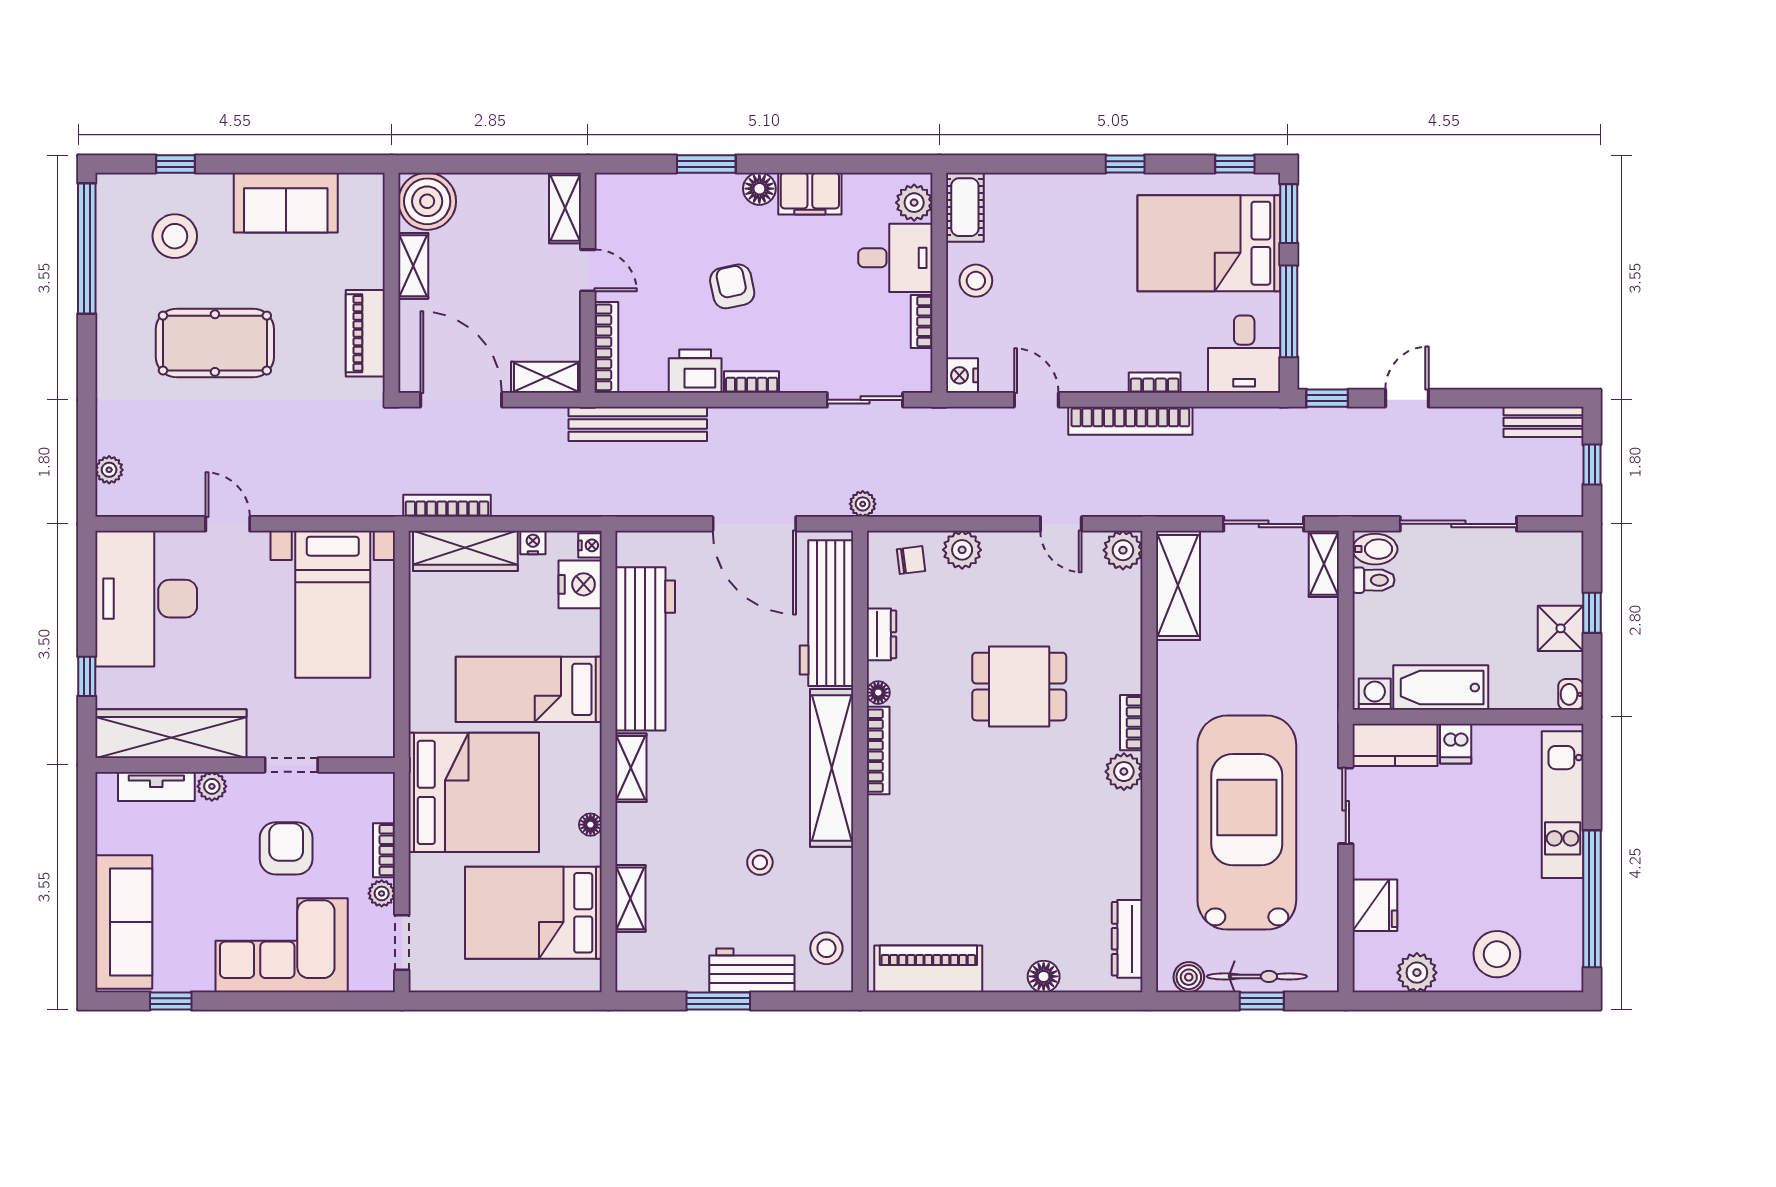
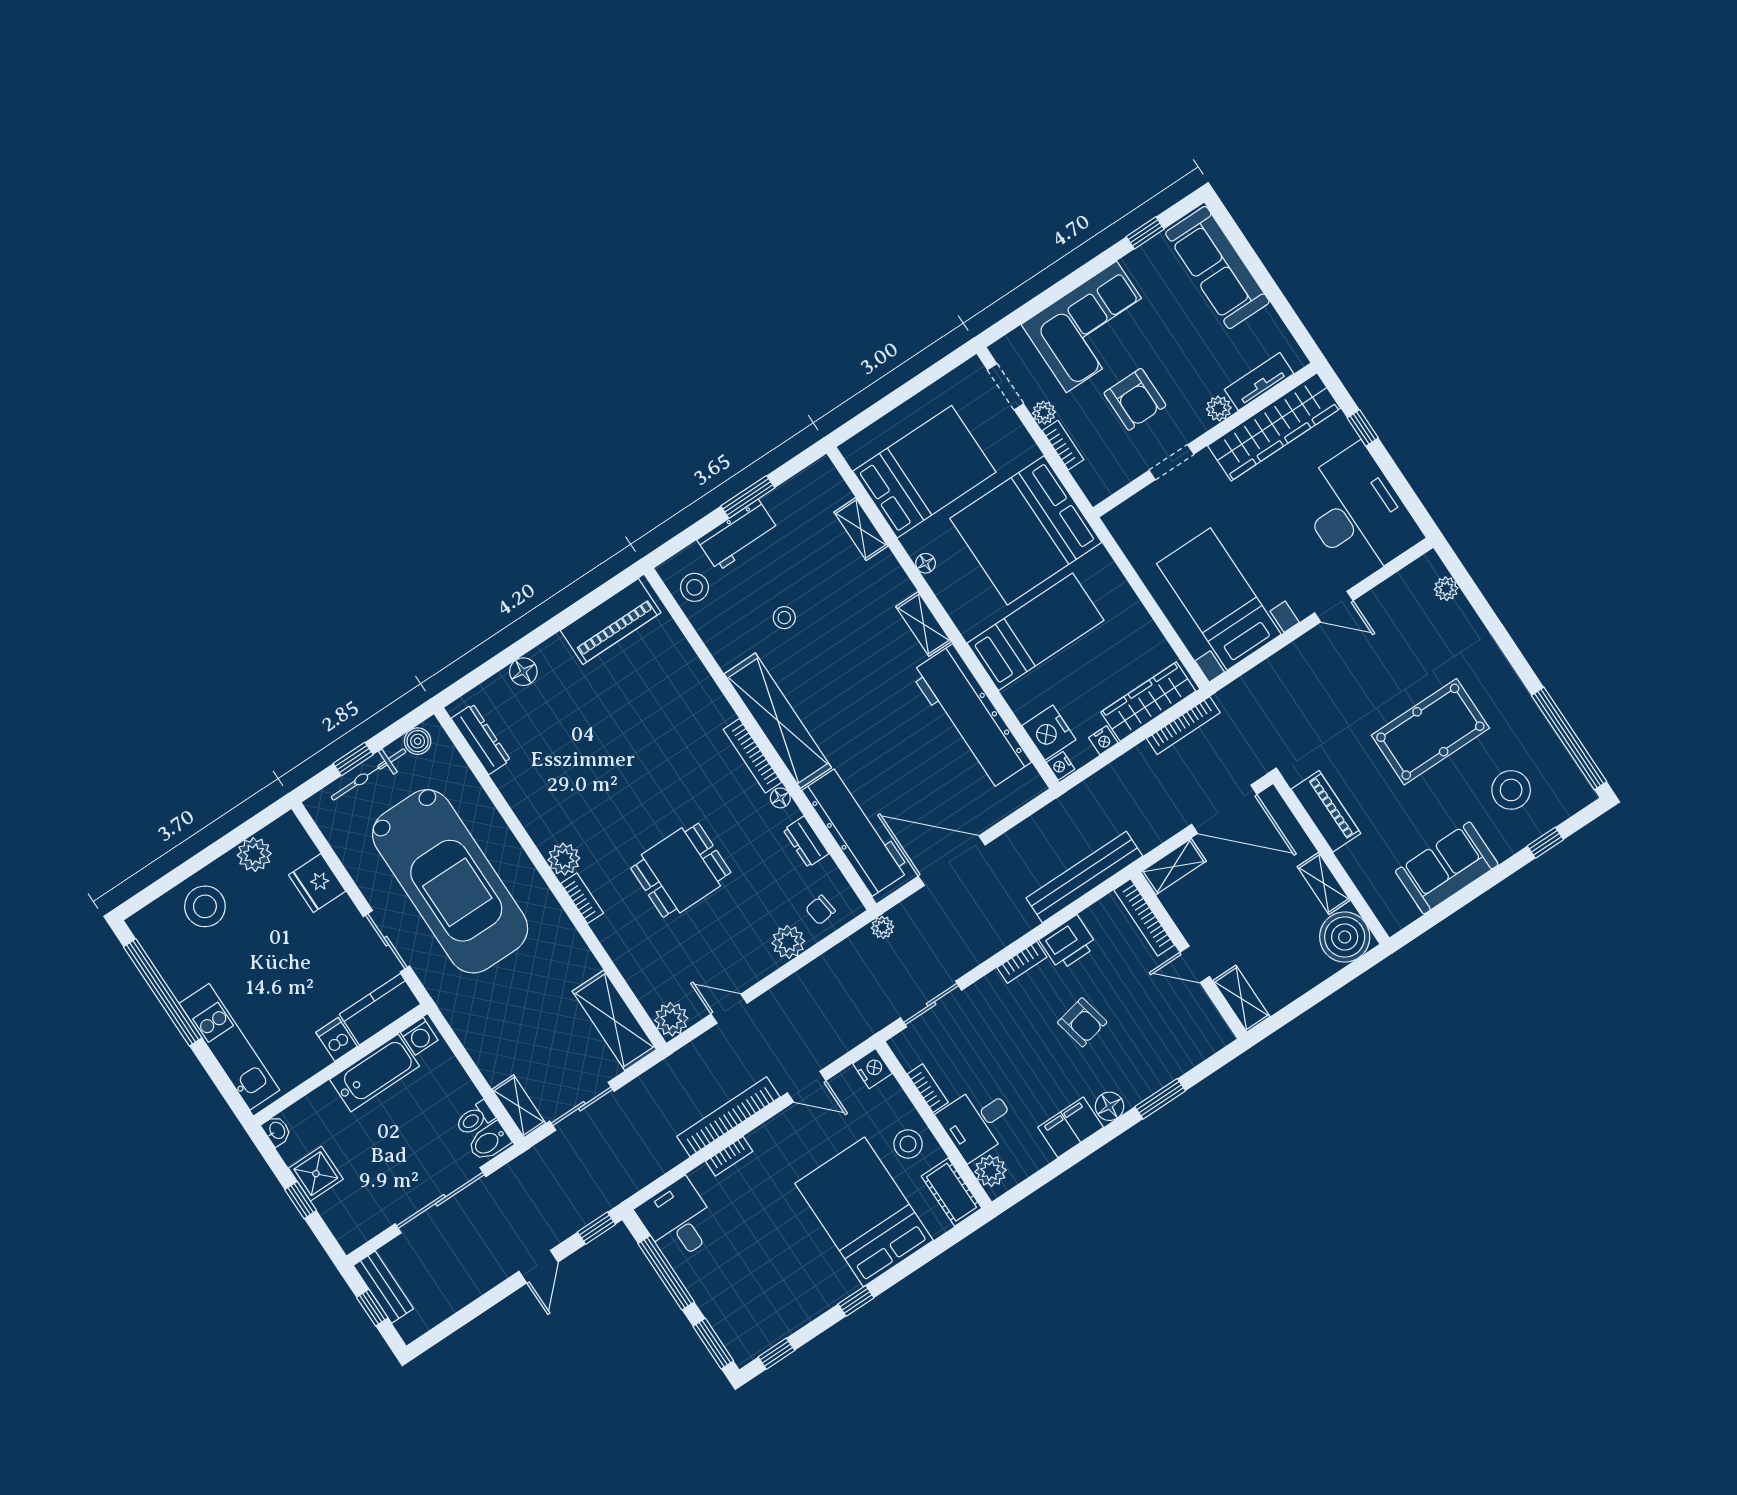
bed: (1209, 243) -> (864, 1212), moved, turned -90
bench: (1543, 422) -> (383, 1287), moved, turned 90

